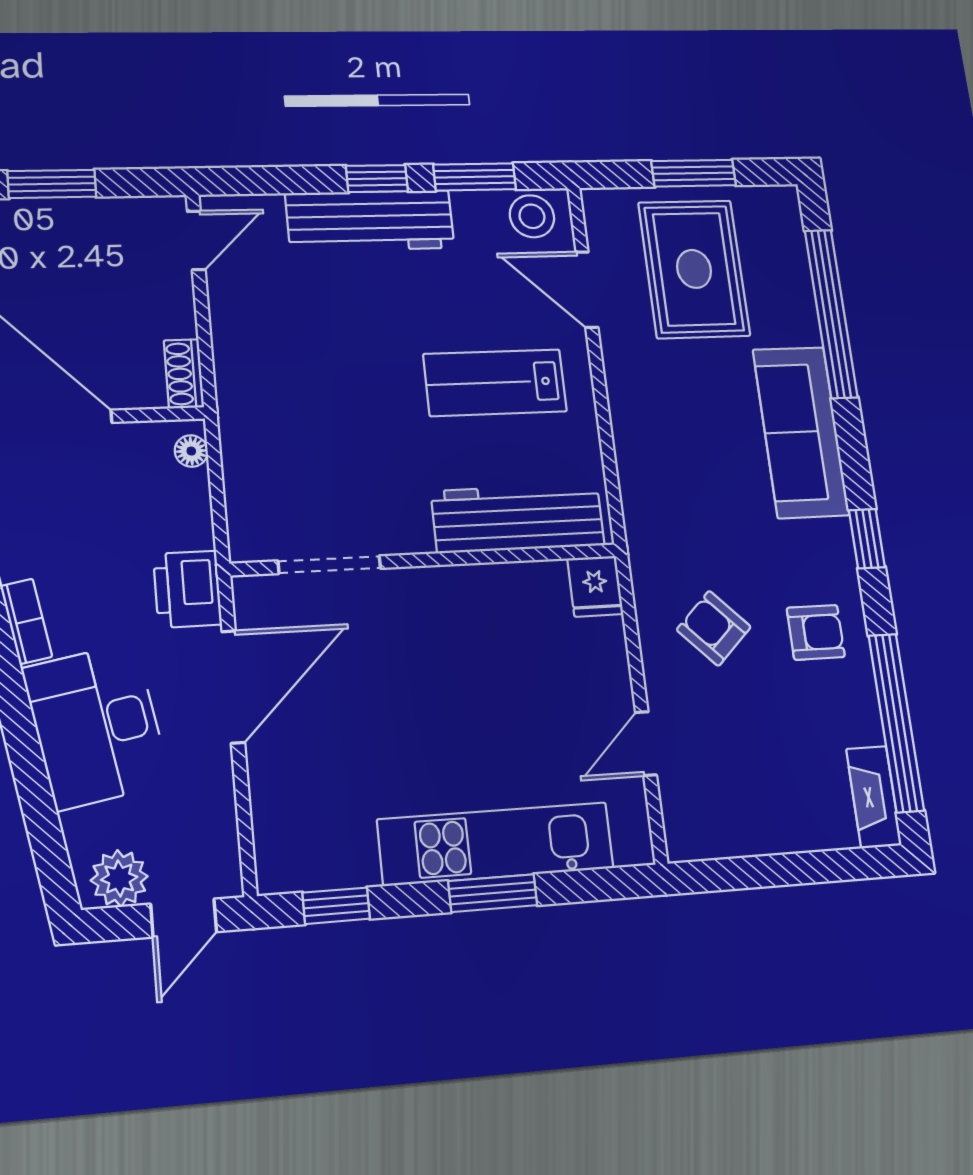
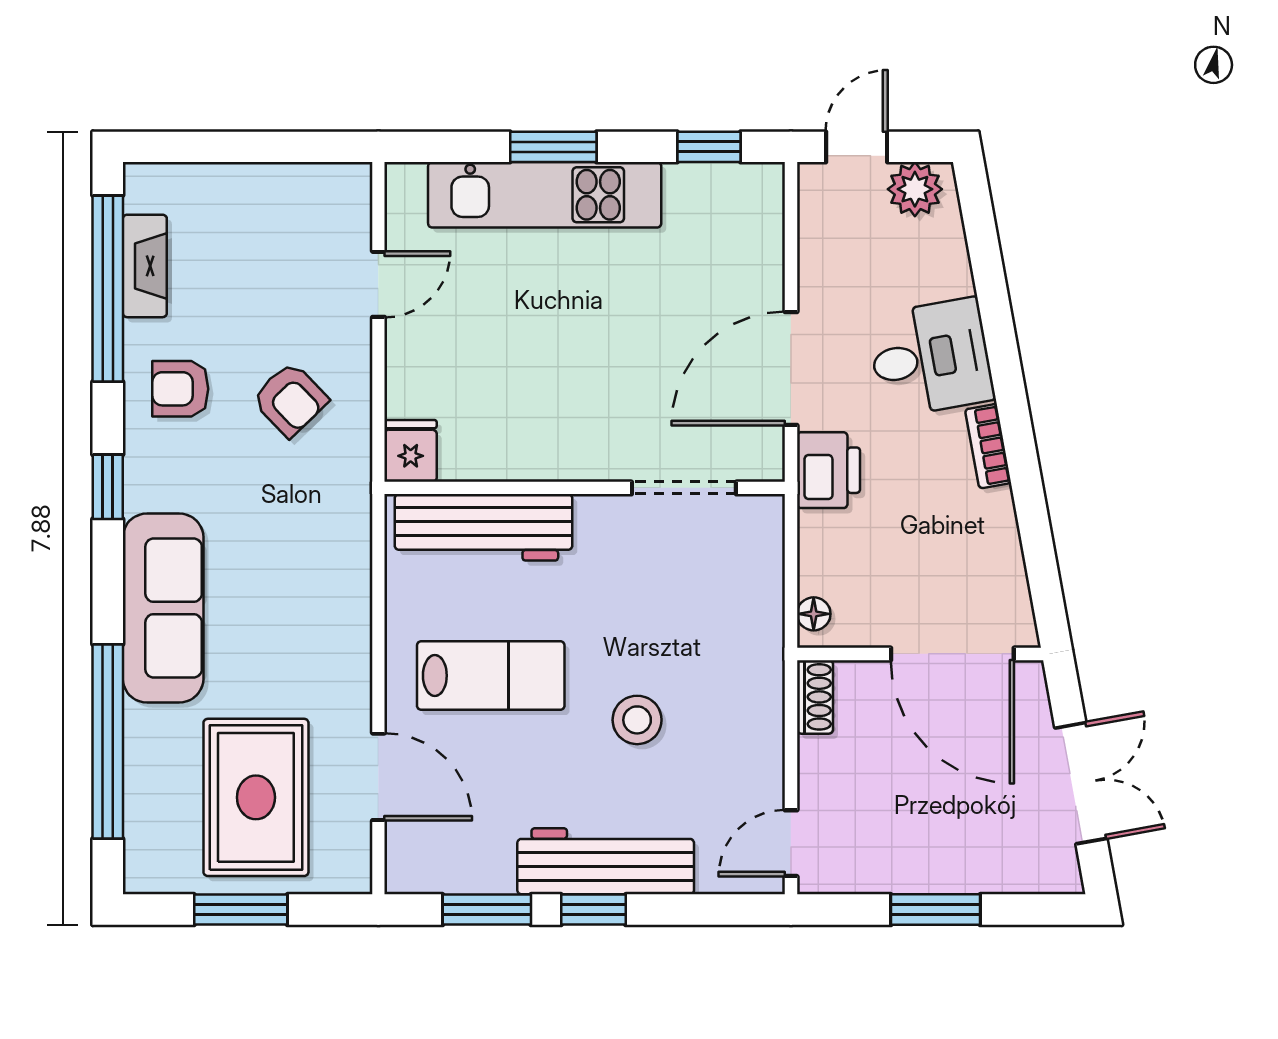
stool: (532, 216) -> (637, 720), moved
desk: (96, 726) -> (931, 358), width x0.73
fireplace: (874, 797) -> (145, 266), moved

